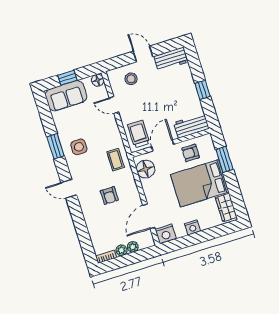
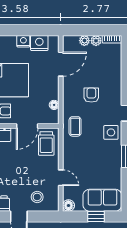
side table: (79, 147) -> (111, 132), moved
floor lamp: (146, 169) -> (54, 105), width x0.53, depth x0.53
nightstand: (166, 234) -> (39, 43), moved

